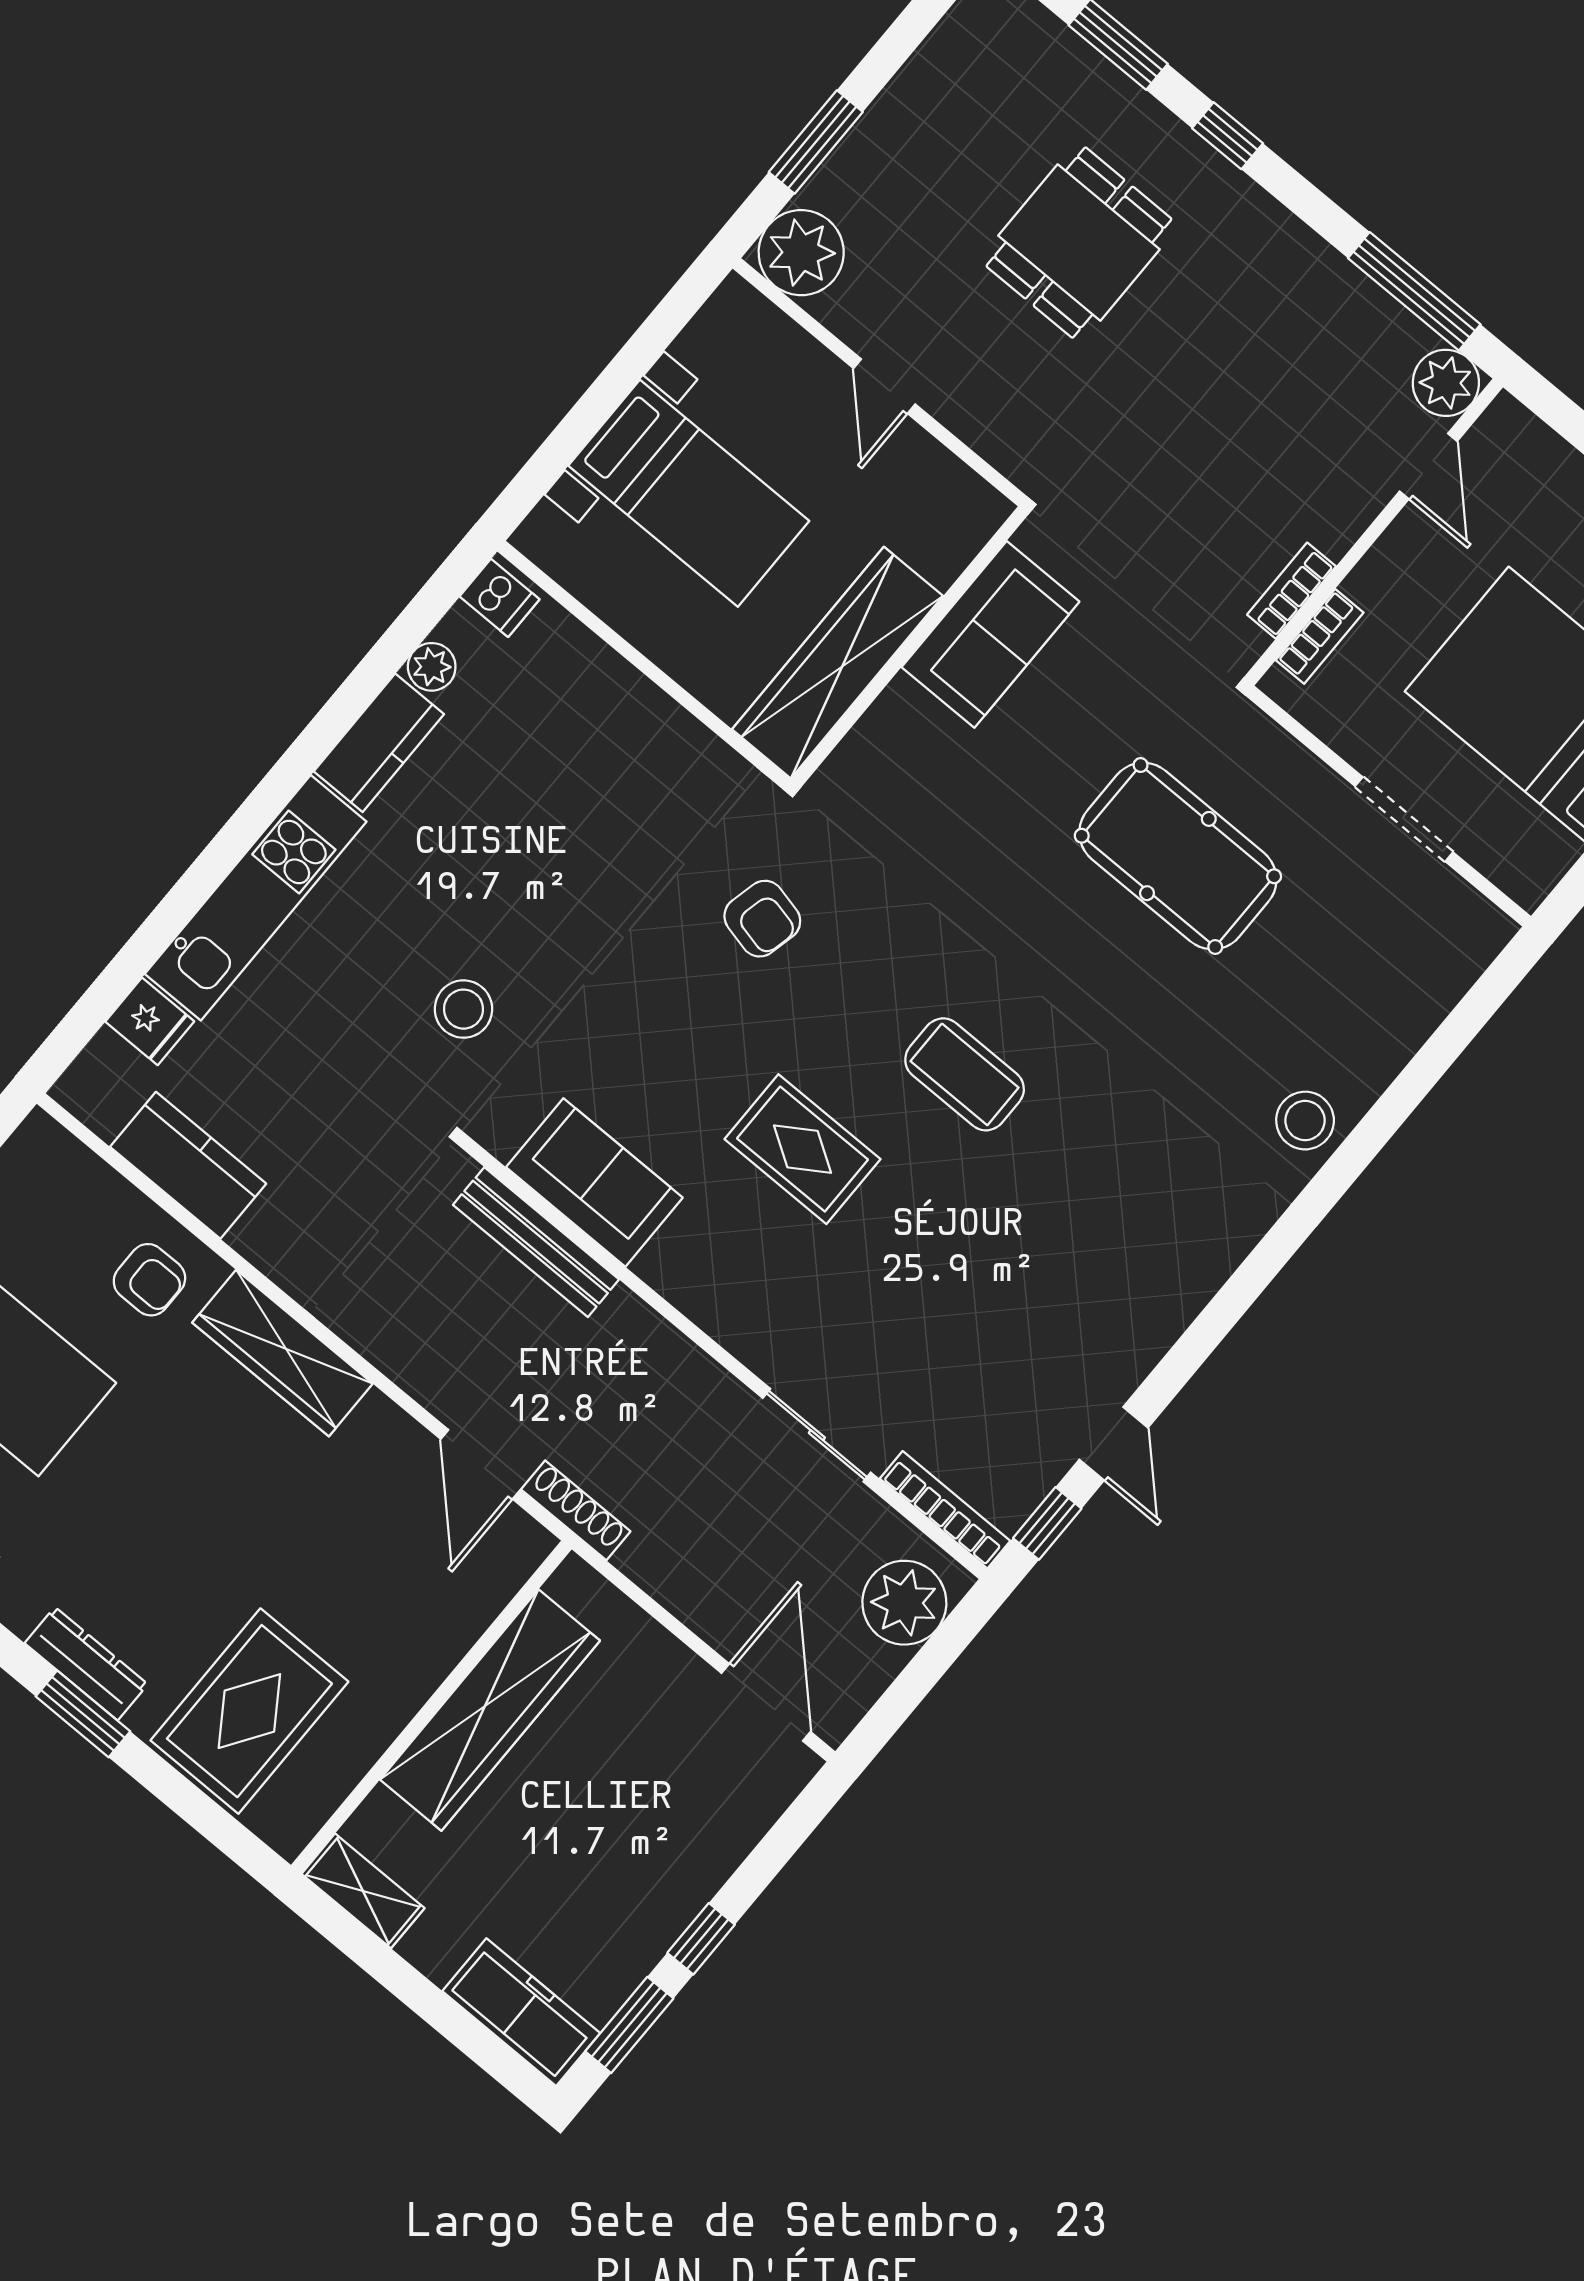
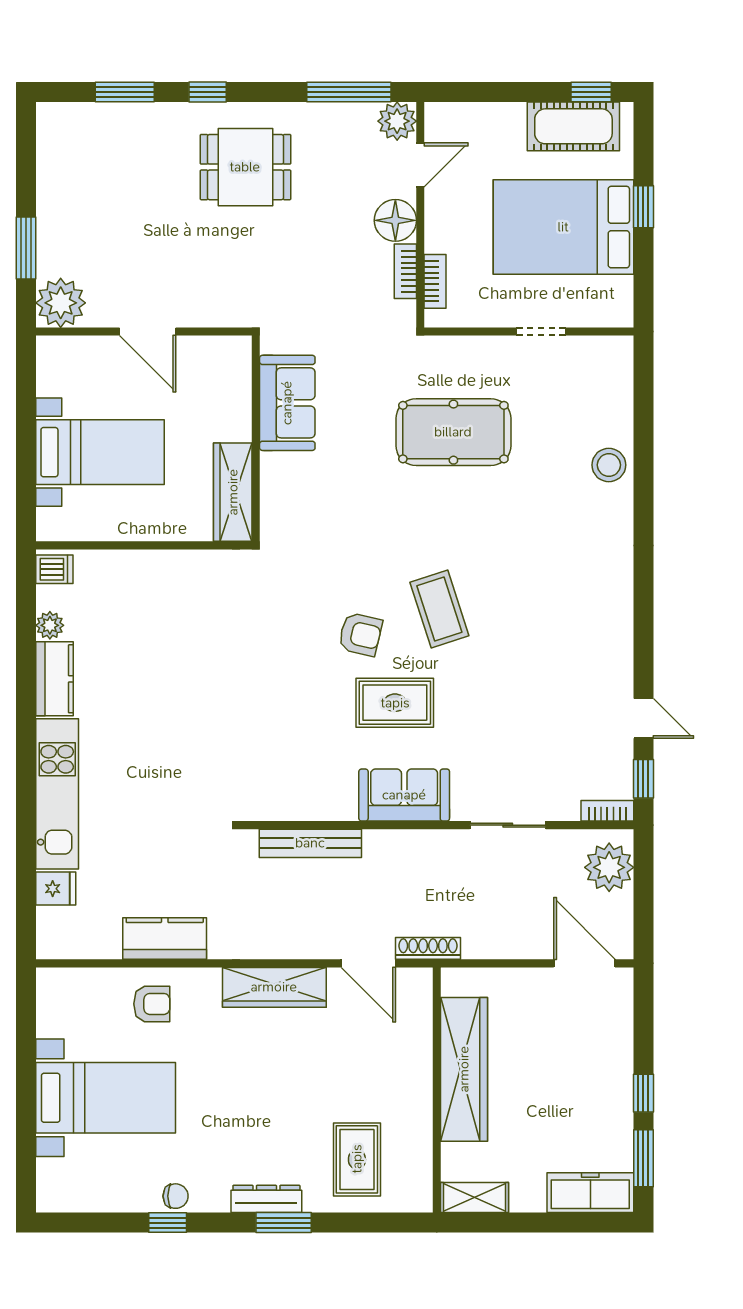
dining table: (1079, 243) -> (245, 167), moved, turned 90
door: (884, 386) -> (148, 332), width x1.37
door: (1428, 466) -> (420, 165), hinge flipped
floor lamp: (1334, 512) -> (395, 220), added
wardrobe: (837, 663) -> (233, 492), width x0.71, depth x0.85
doorway: (1404, 819) -> (541, 332), width x0.73
armchair: (762, 919) -> (360, 634), moved
stool: (463, 1009) -> (191, 766), removed
coffee table: (965, 1074) -> (439, 609), turned 72
stool: (1305, 1121) -> (609, 465), moved
kitchen counter: (188, 1165) -> (165, 938), moved
sofa: (594, 1182) -> (404, 795), moved
wardrobe: (282, 1353) -> (274, 987), moved
bookcase: (945, 1510) -> (607, 811), width x0.64
rug: (249, 1711) -> (357, 1159), width x0.73, depth x0.70

